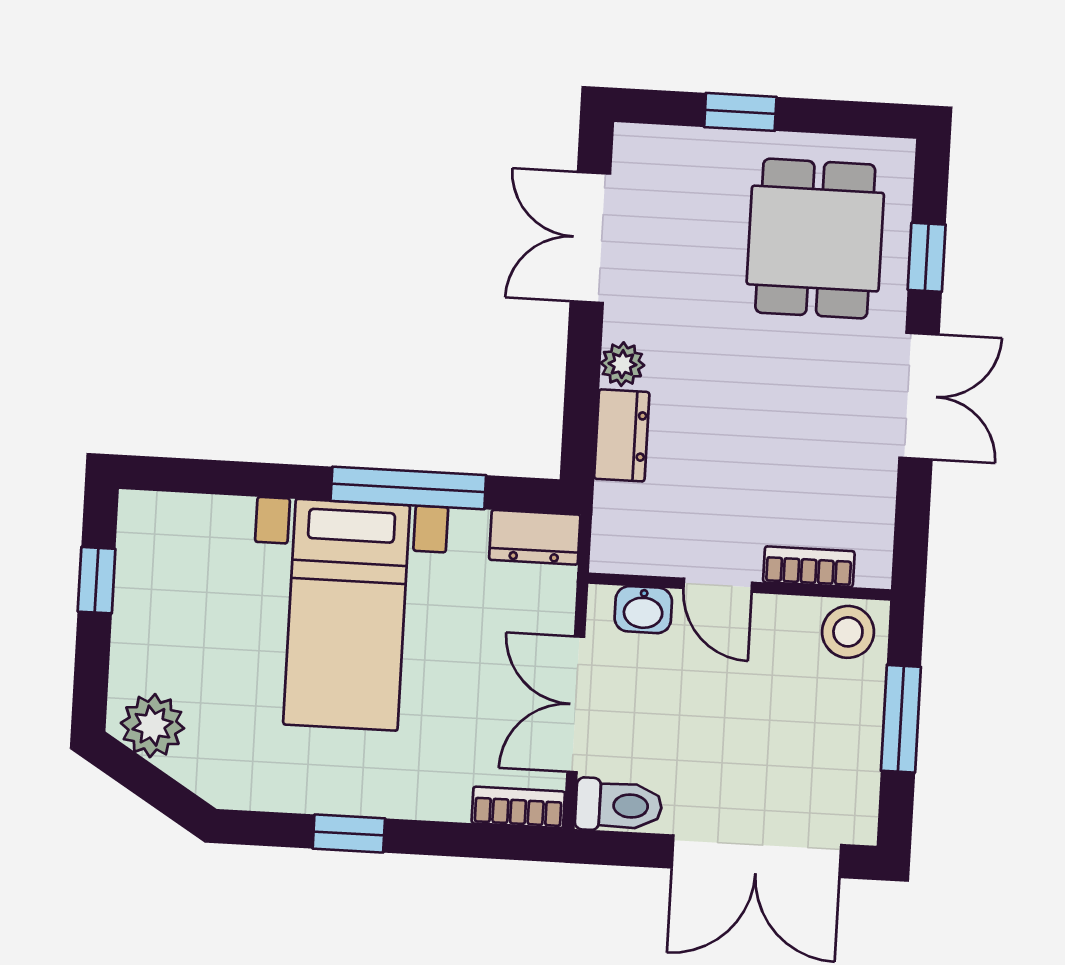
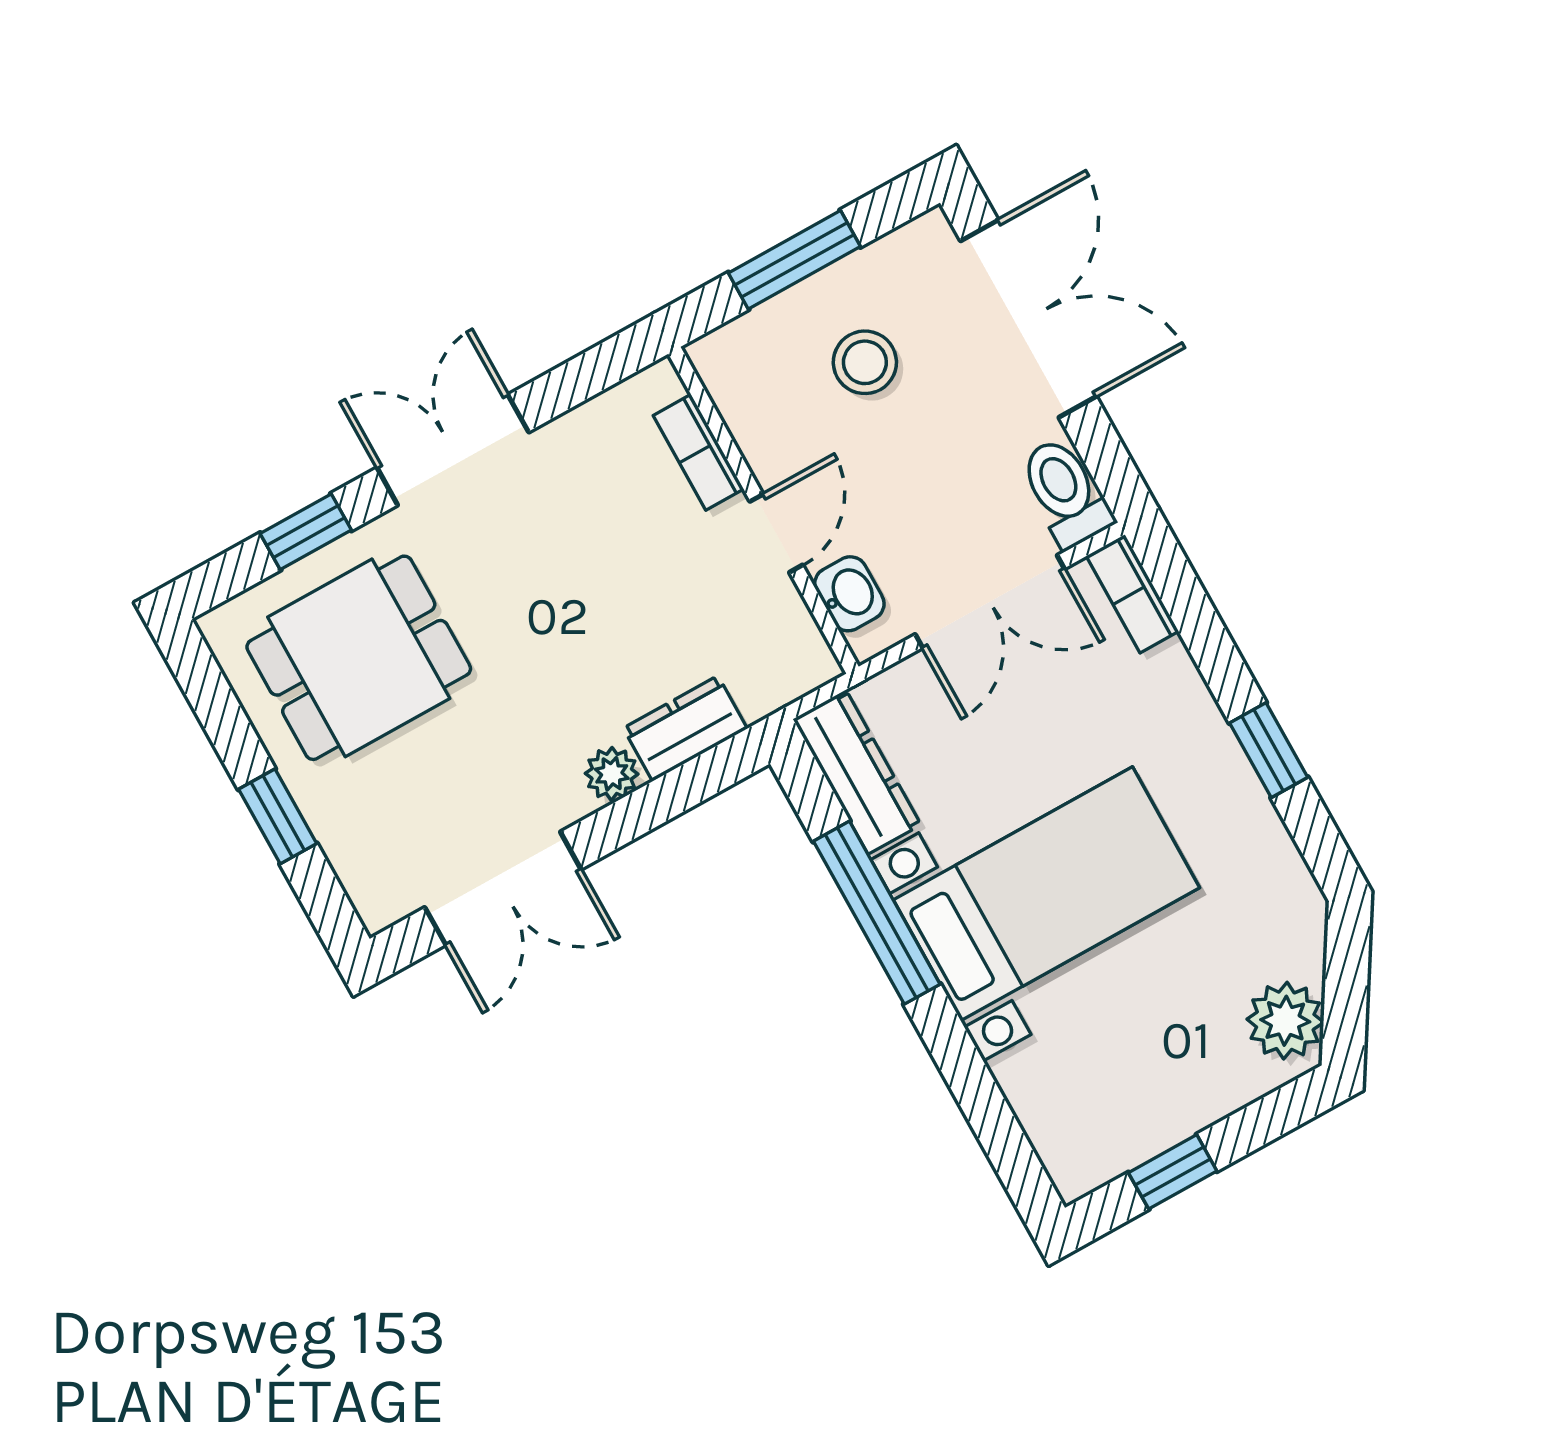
dresser: (535, 537) -> (857, 772), width x1.44
stool: (848, 632) -> (865, 362), moved

